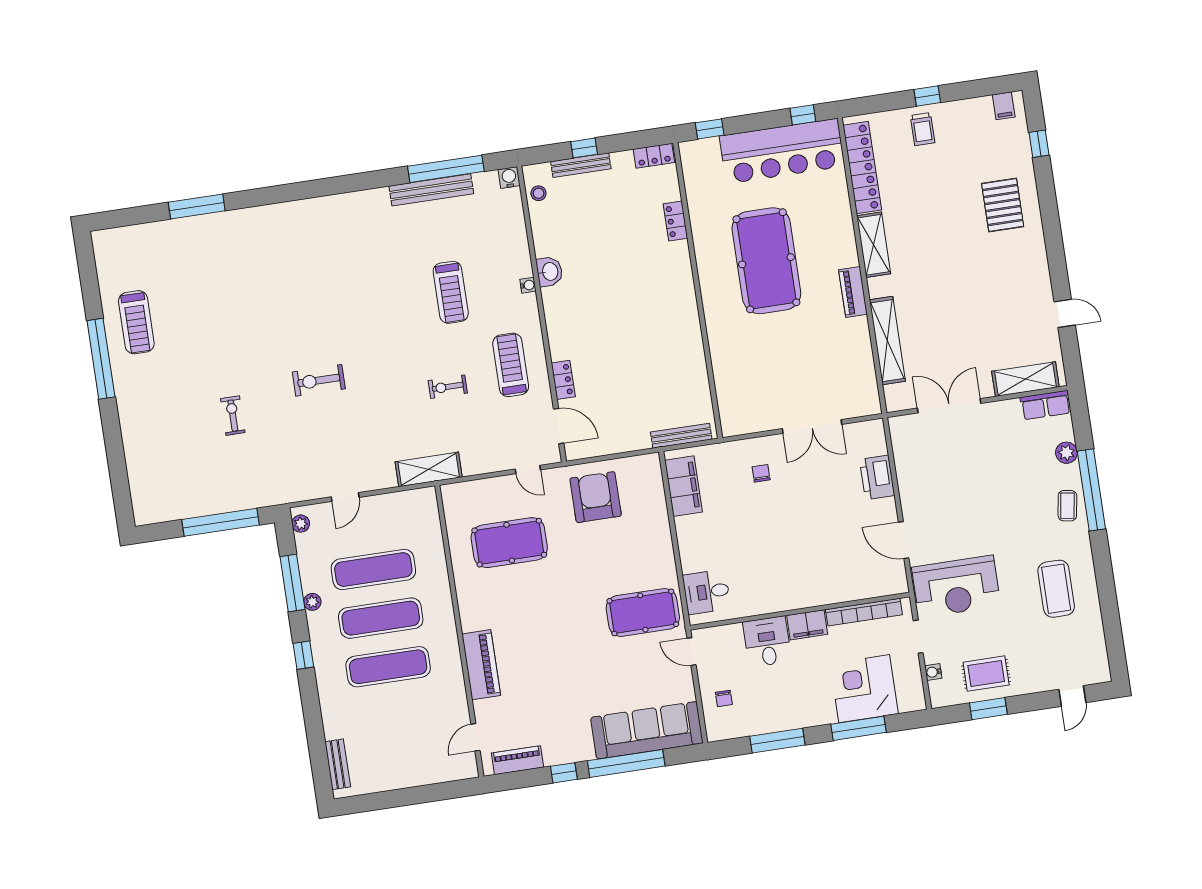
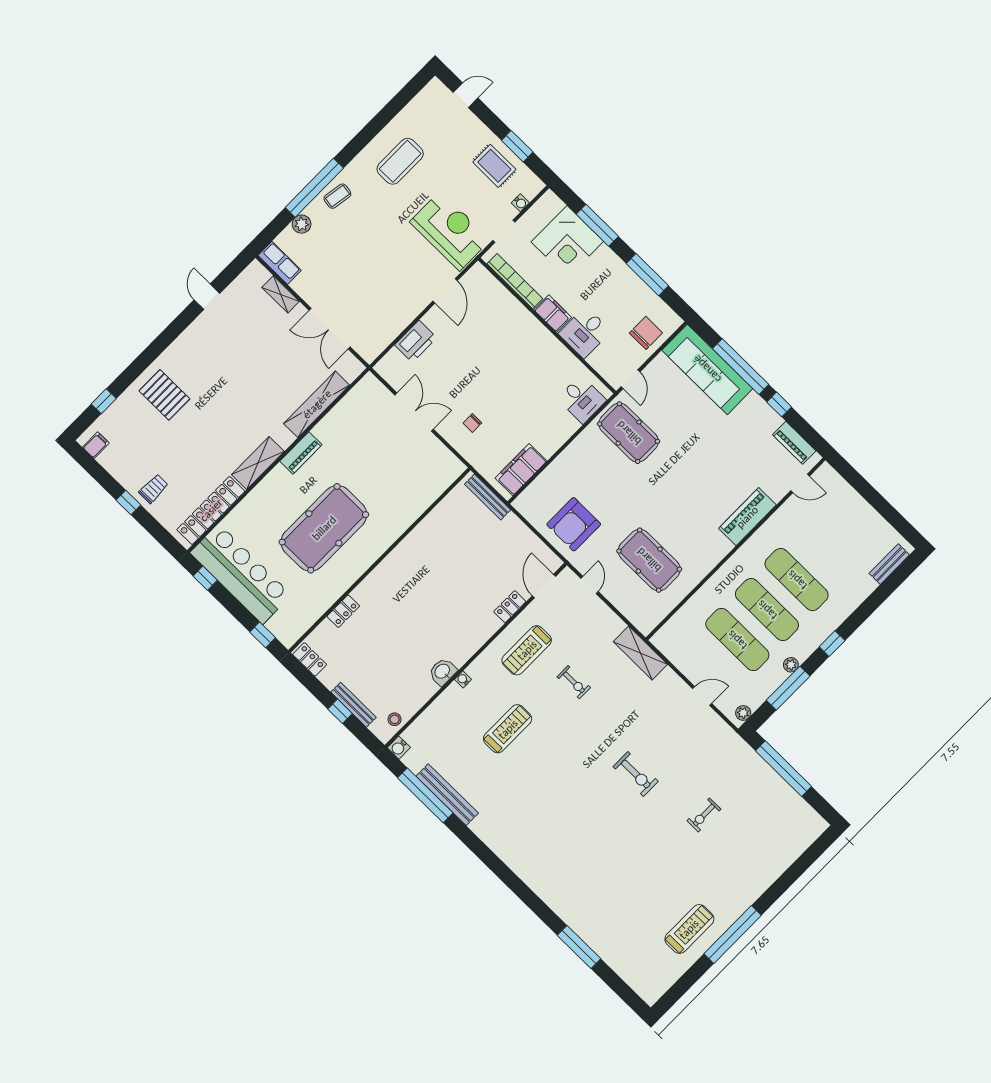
pallet: (1003, 205) -> (164, 395), turned 90
shelving: (1025, 379) -> (281, 294), width x0.67, depth x0.75
chair: (724, 698) -> (646, 333), width x1.87, depth x1.87

